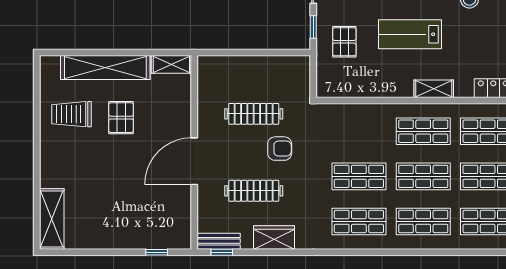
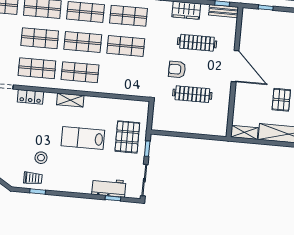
lab bench: (410, 34) -> (83, 138), turned 180
pallet: (344, 42) -> (127, 137), width x1.50, depth x1.42
door: (194, 161) -> (235, 66), hinge flipped

